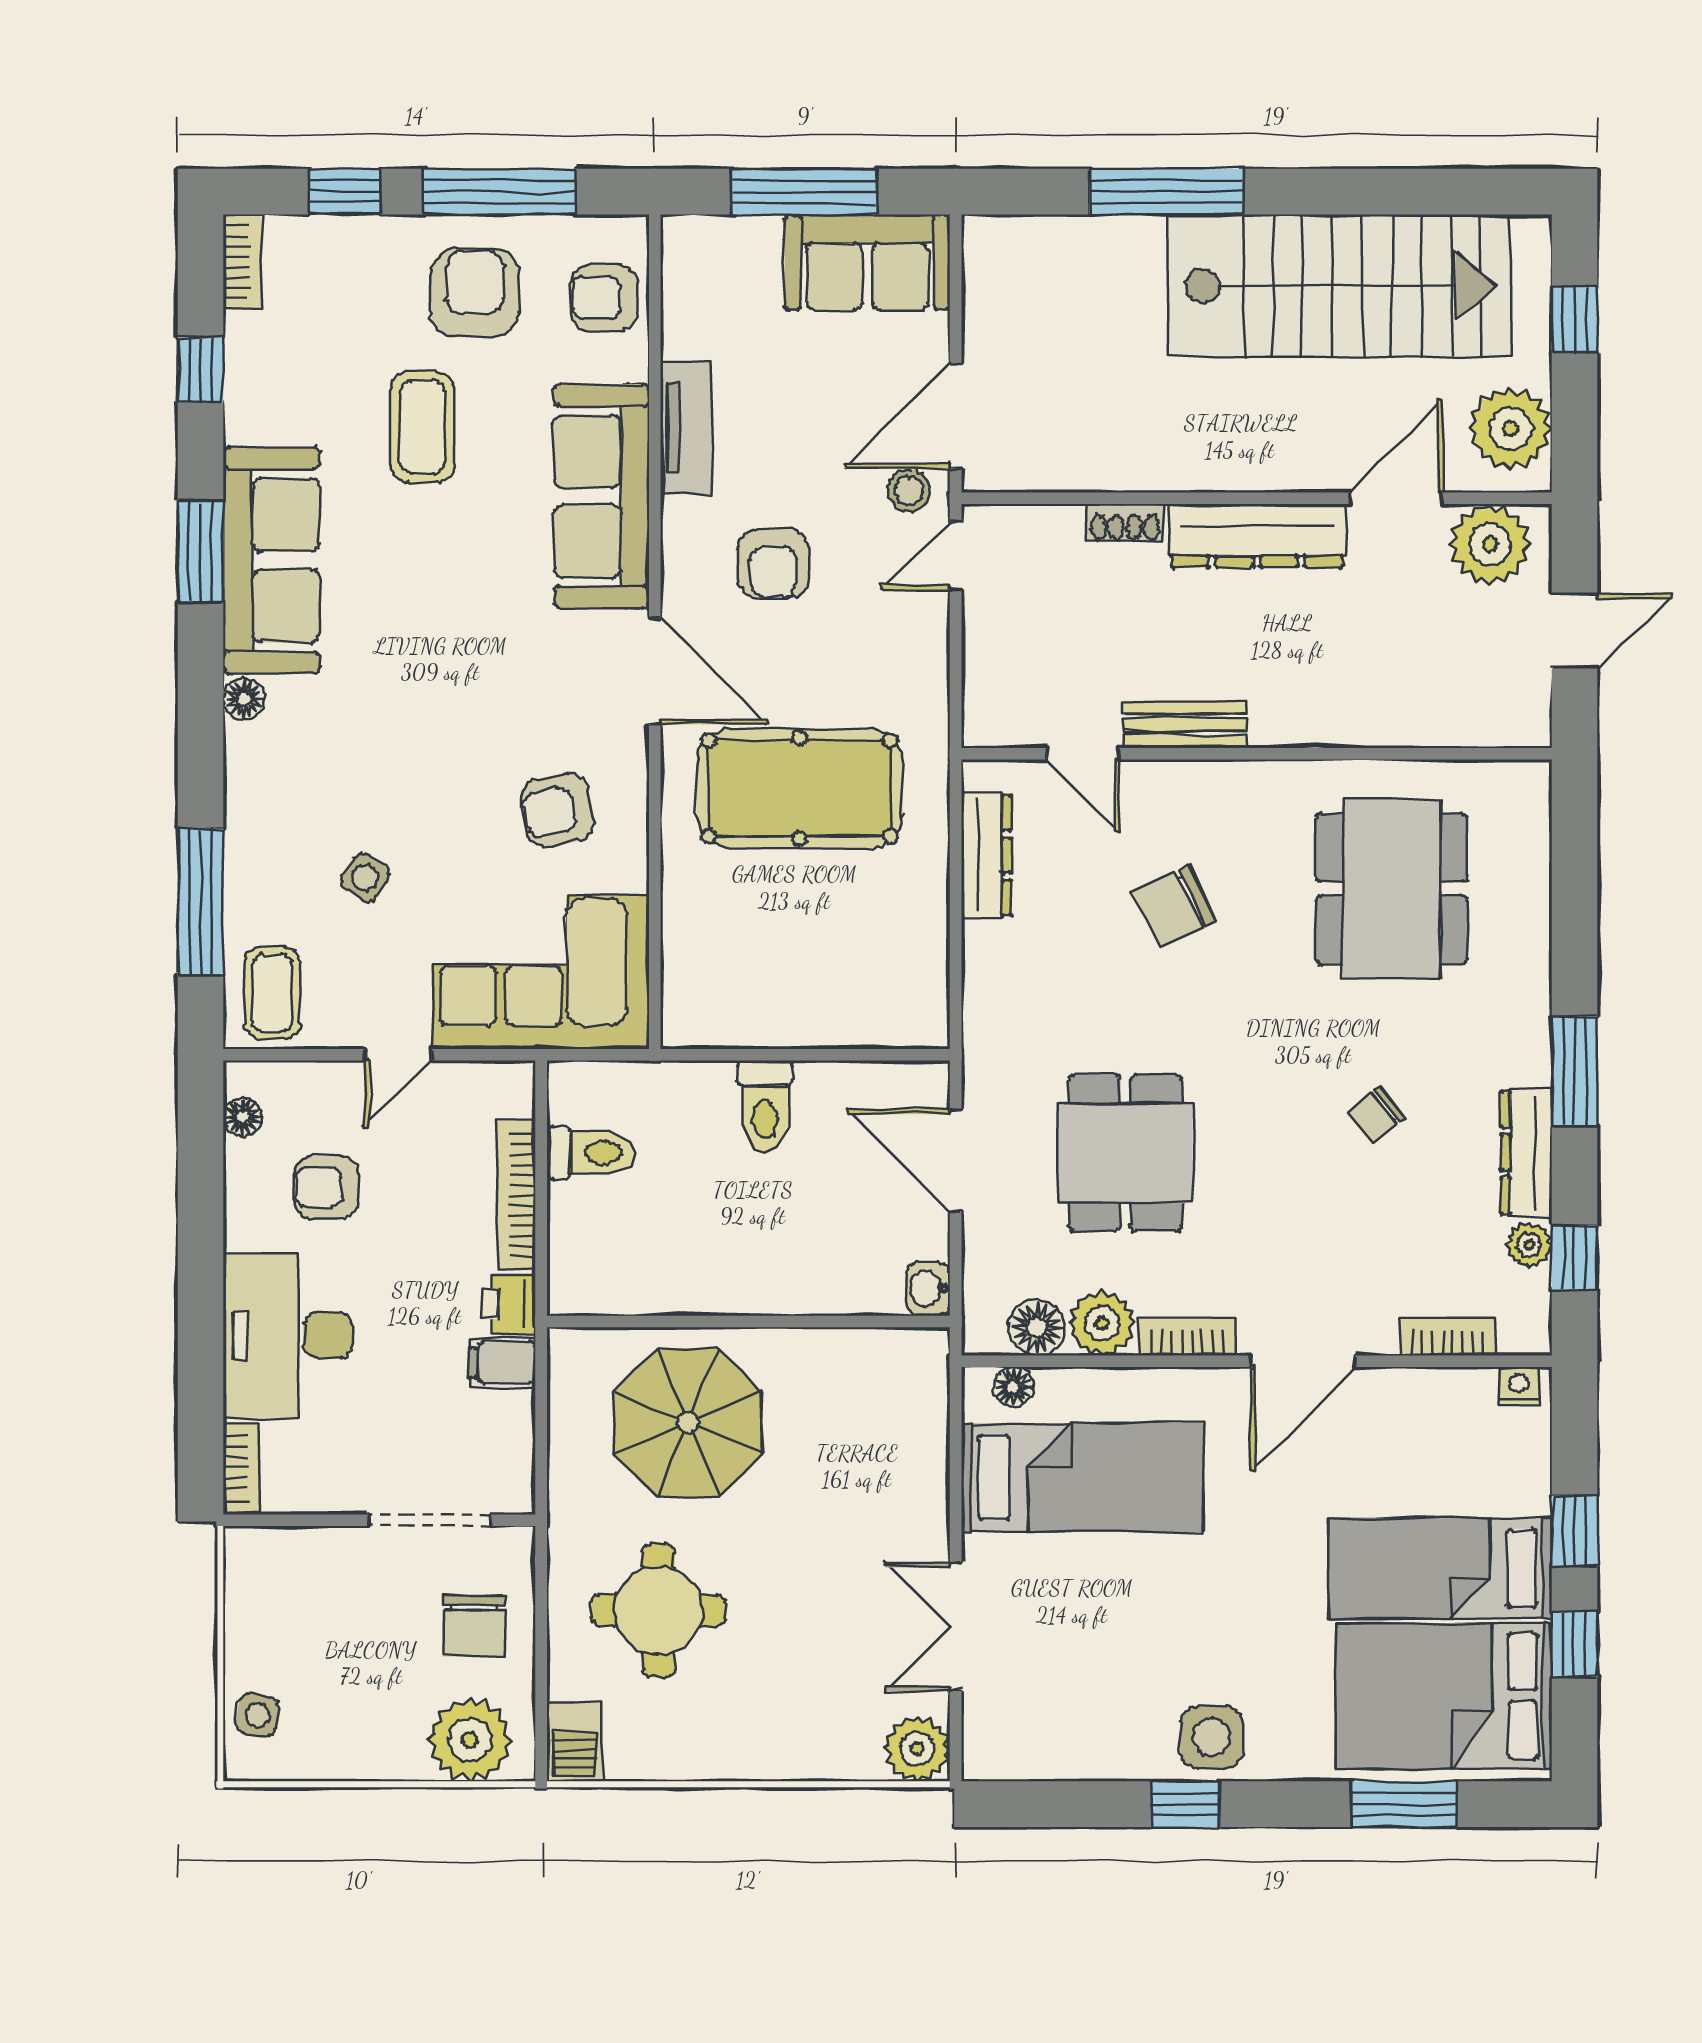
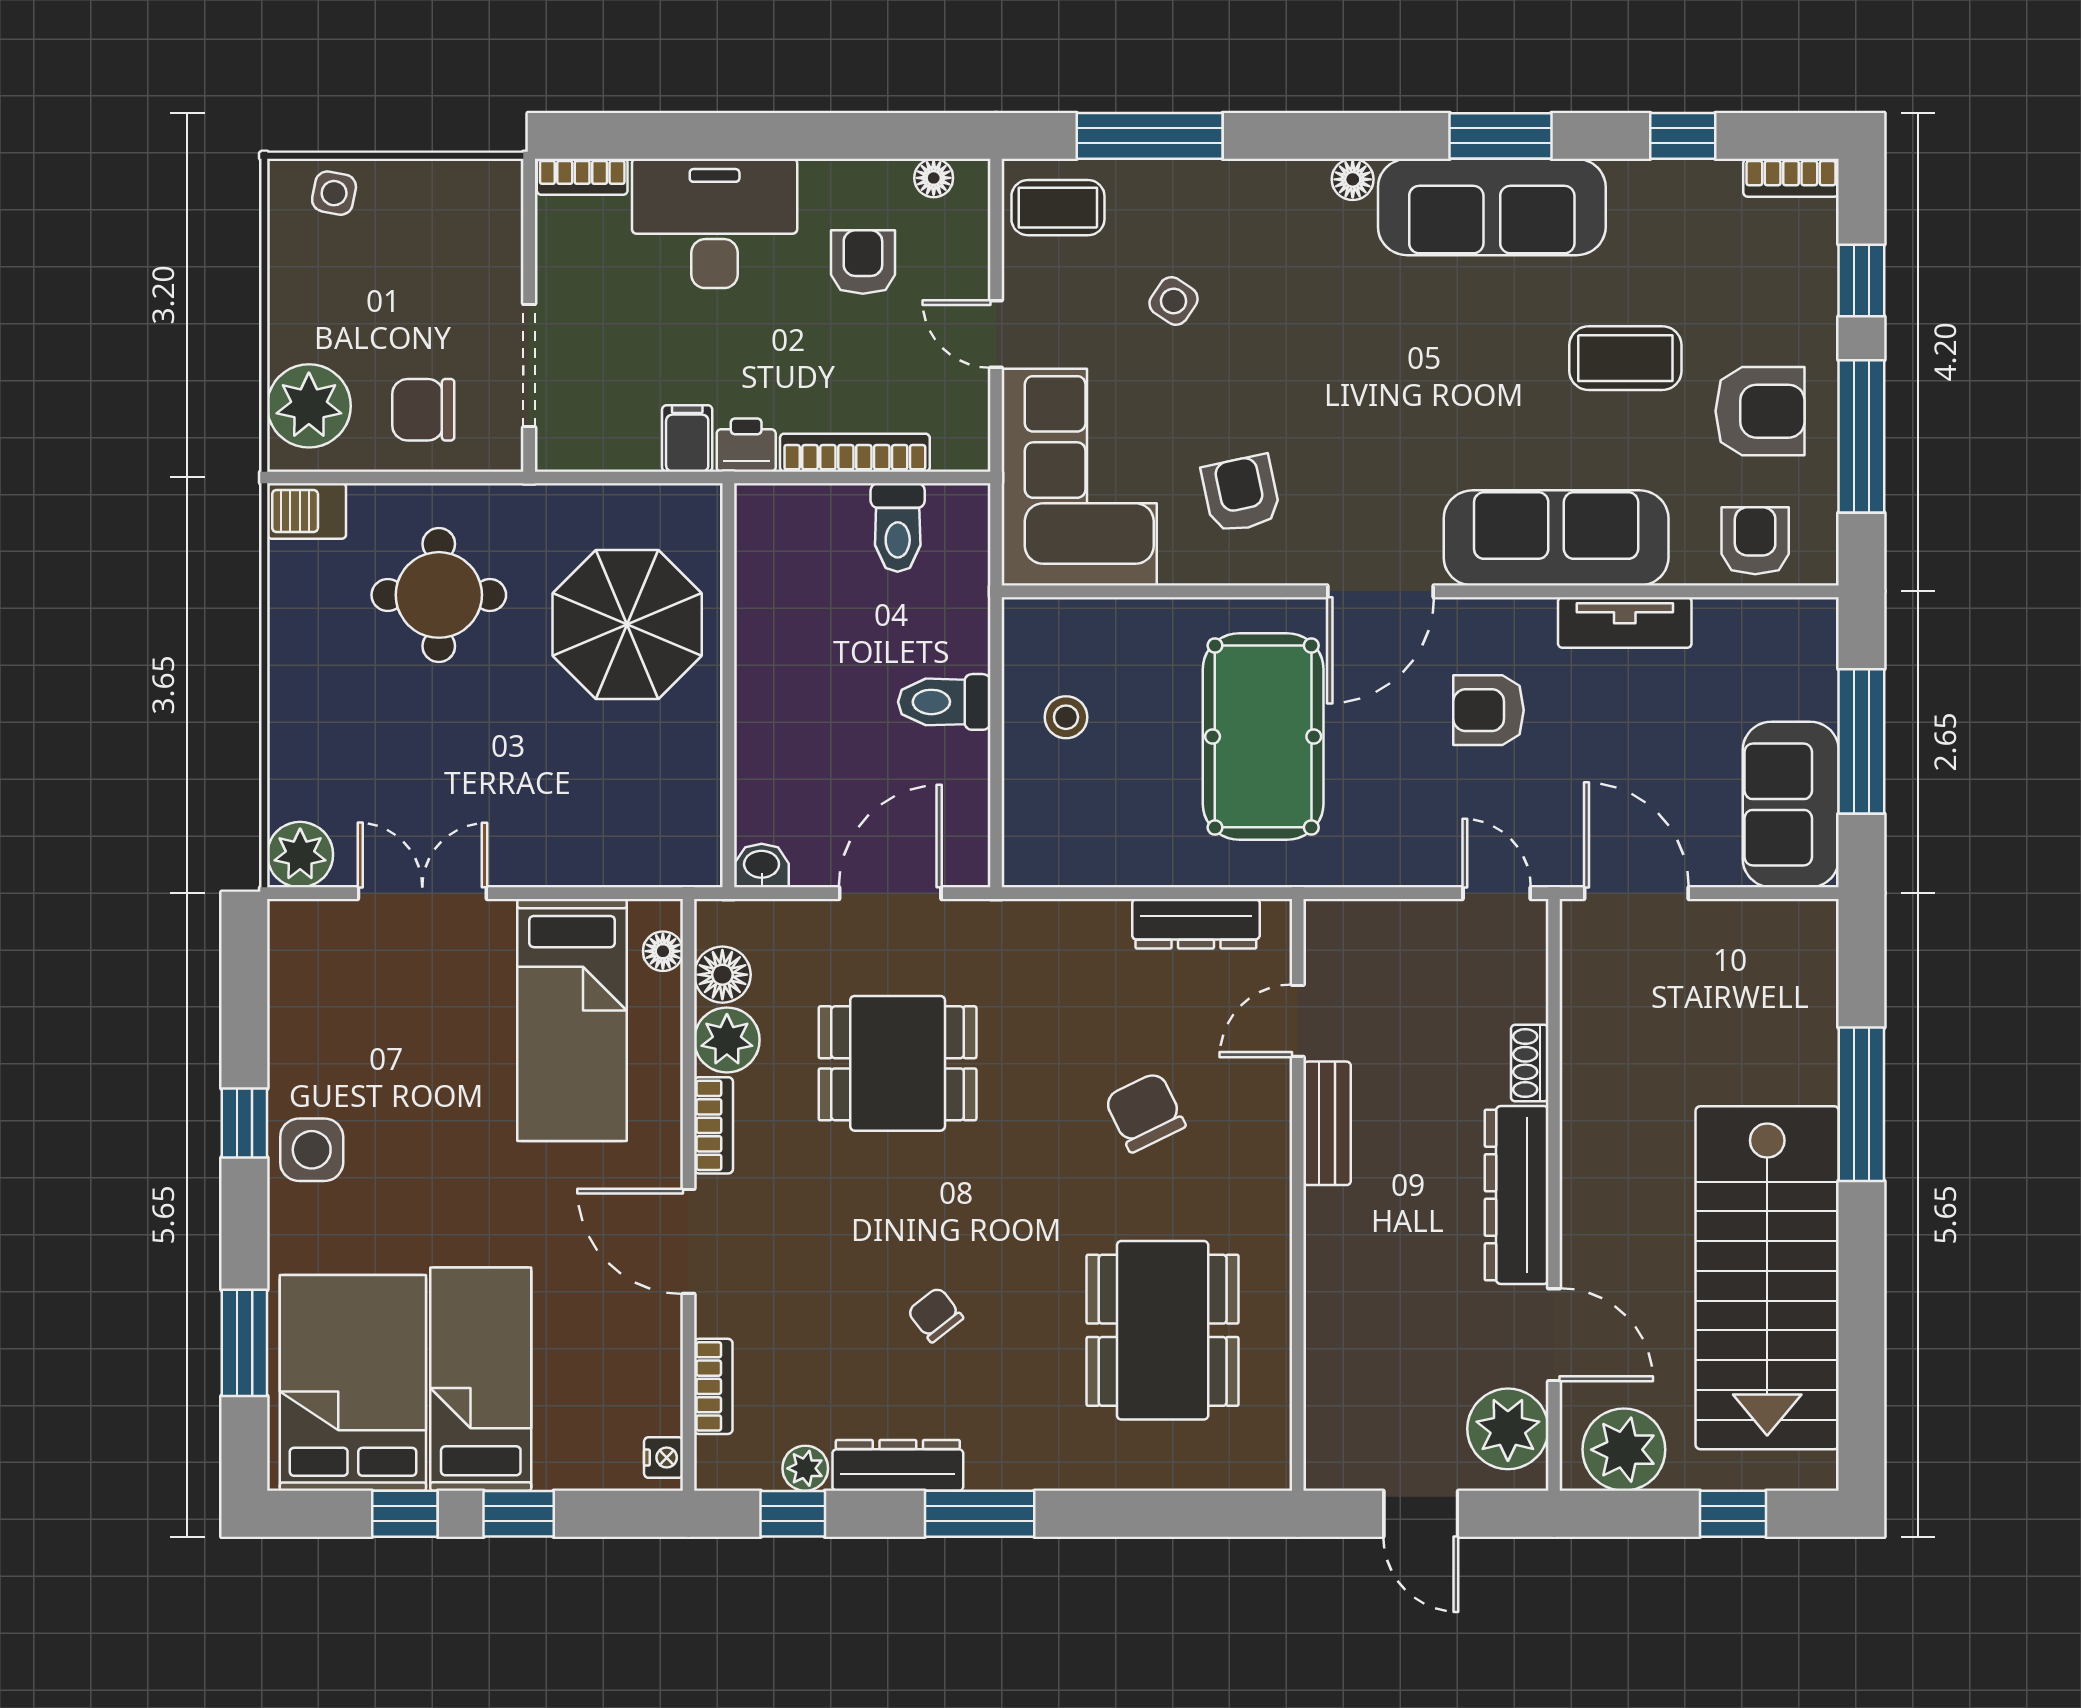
stool: (909, 491) -> (1066, 717), moved
dining table: (1392, 889) -> (1163, 1330), turned 90

